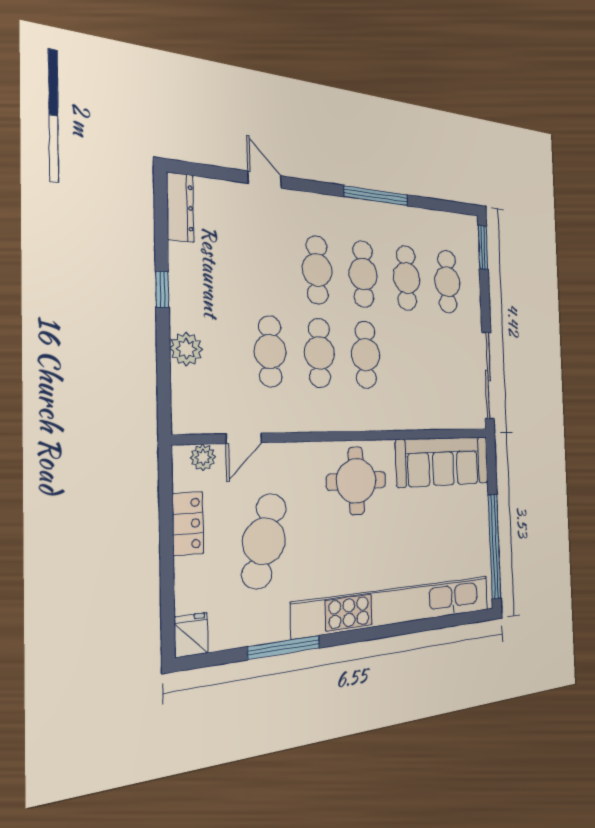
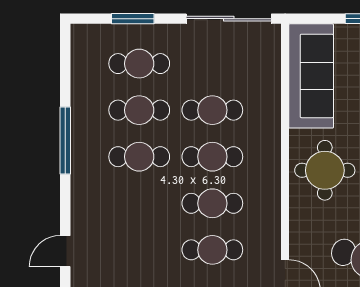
window: (483, 247) -> (133, 19), moved
cafe table: (317, 270) -> (212, 110), moved

